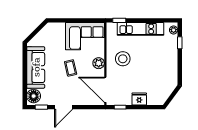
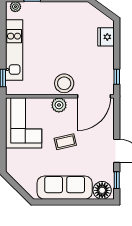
stool: (123, 59) -> (64, 83), moved
fridge: (139, 99) -> (106, 37), moved

